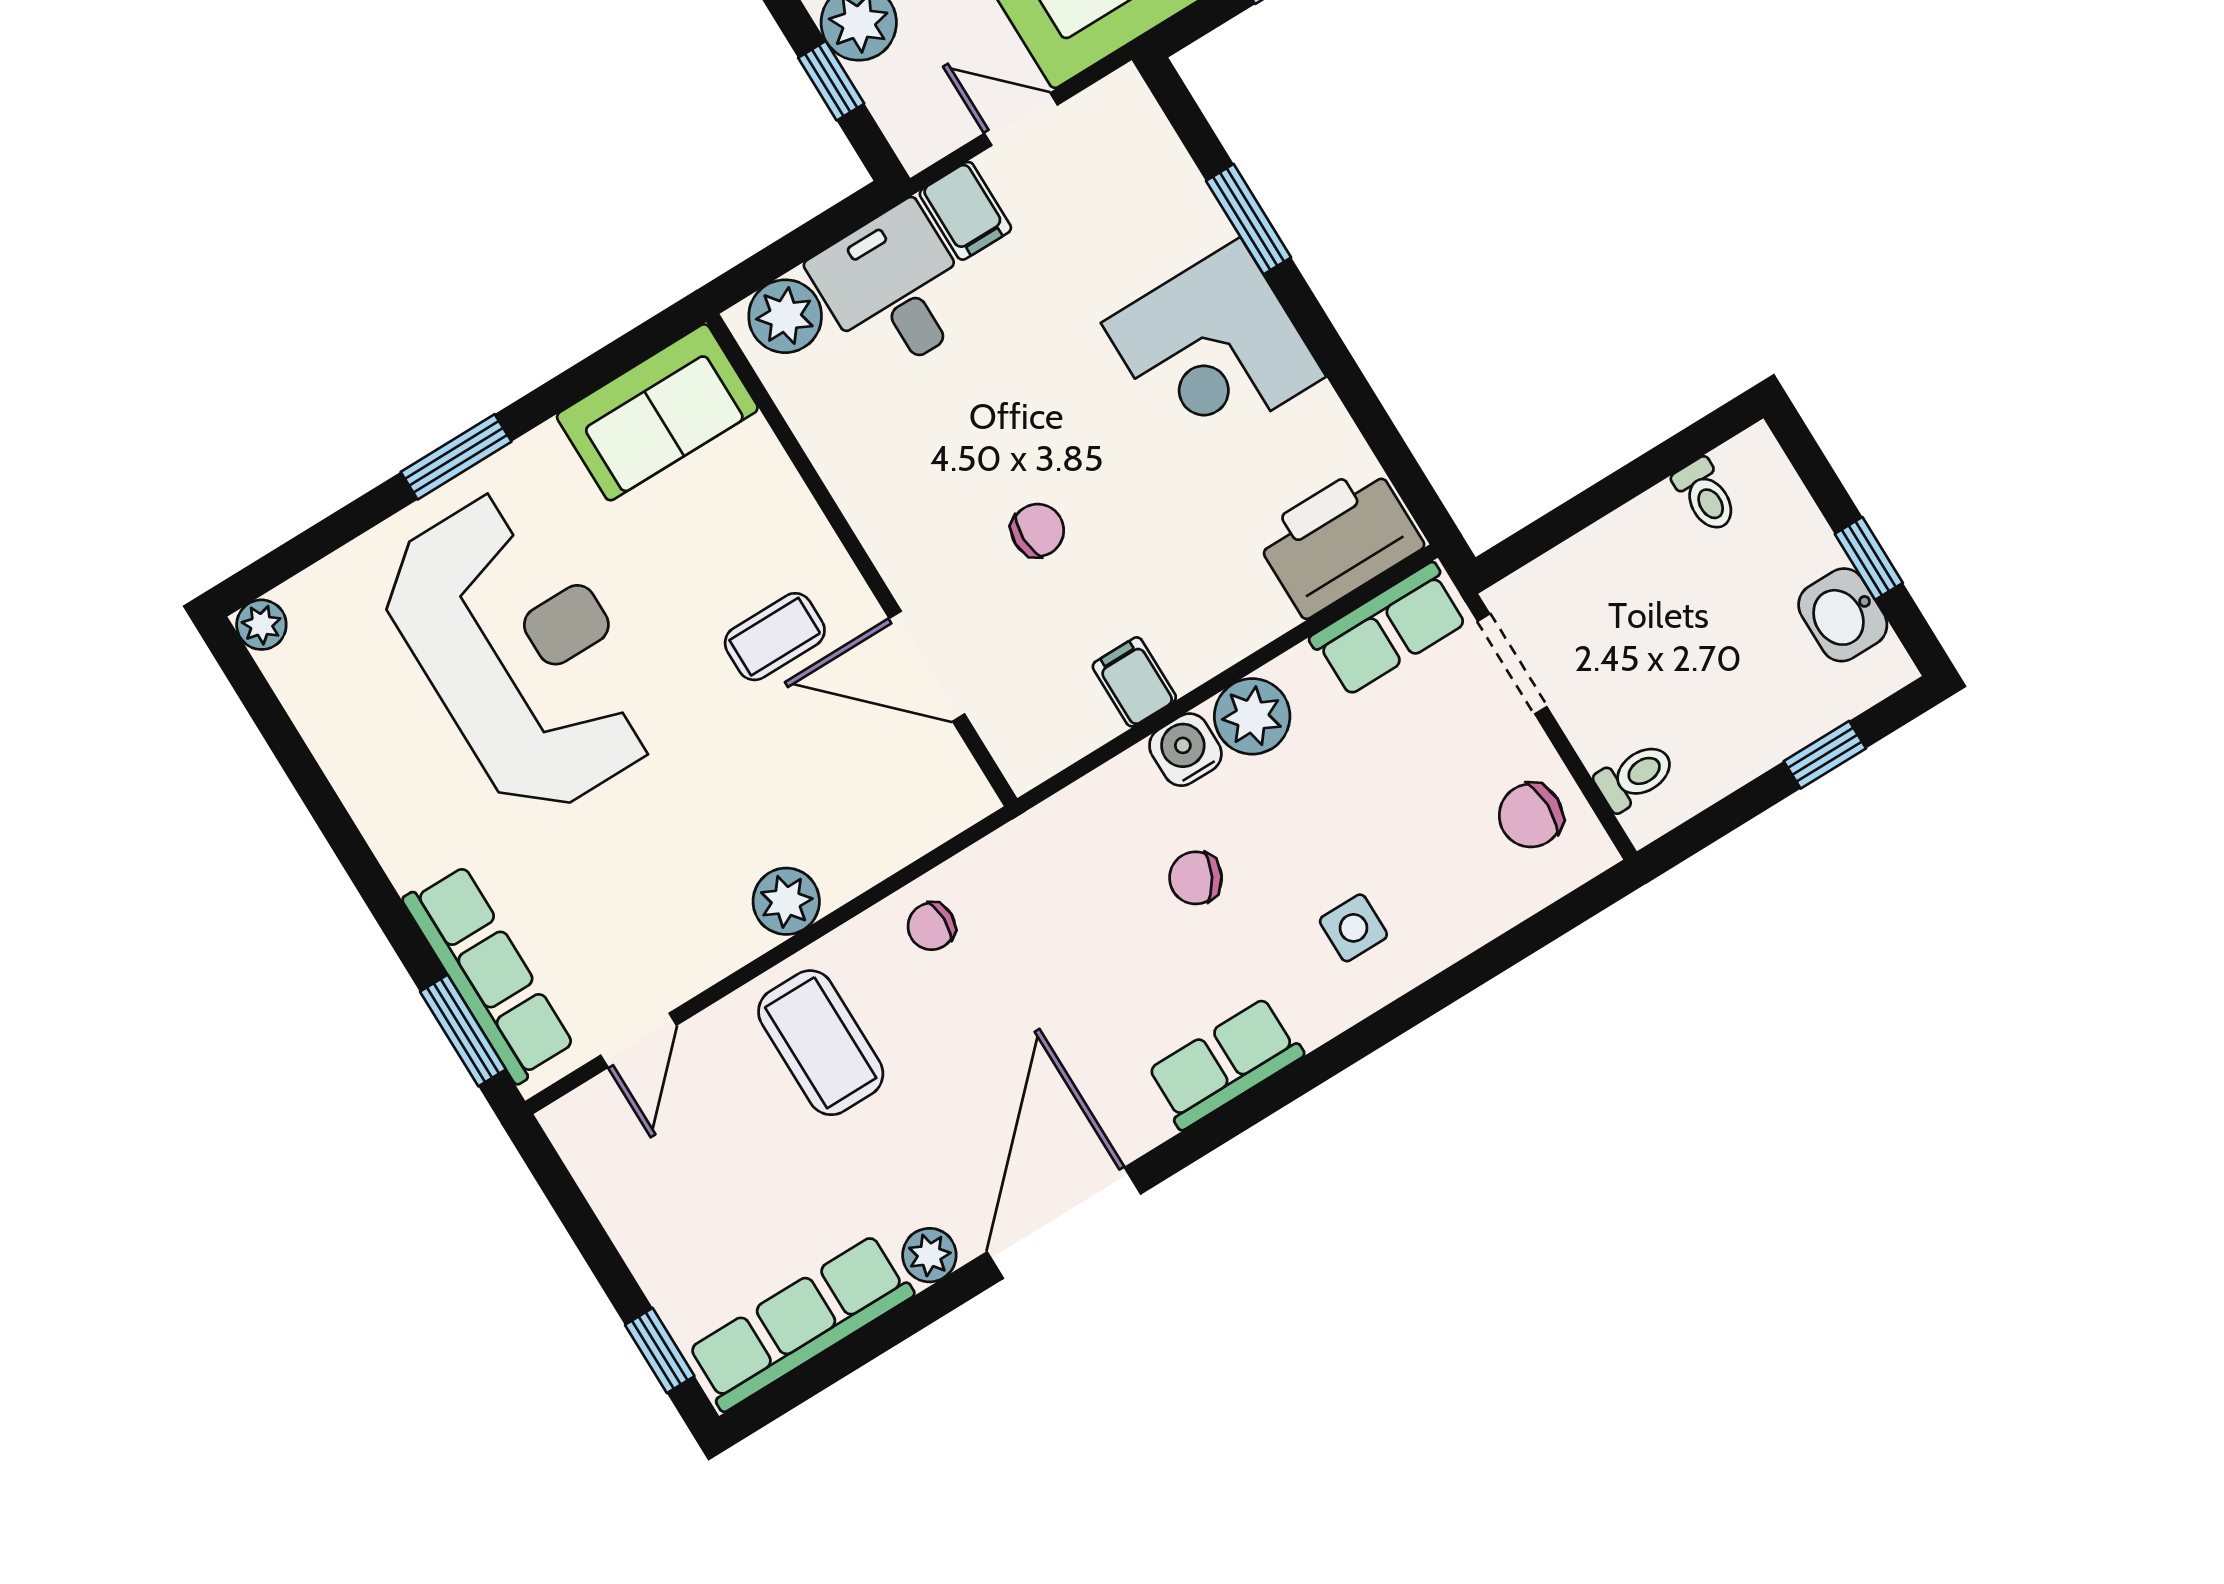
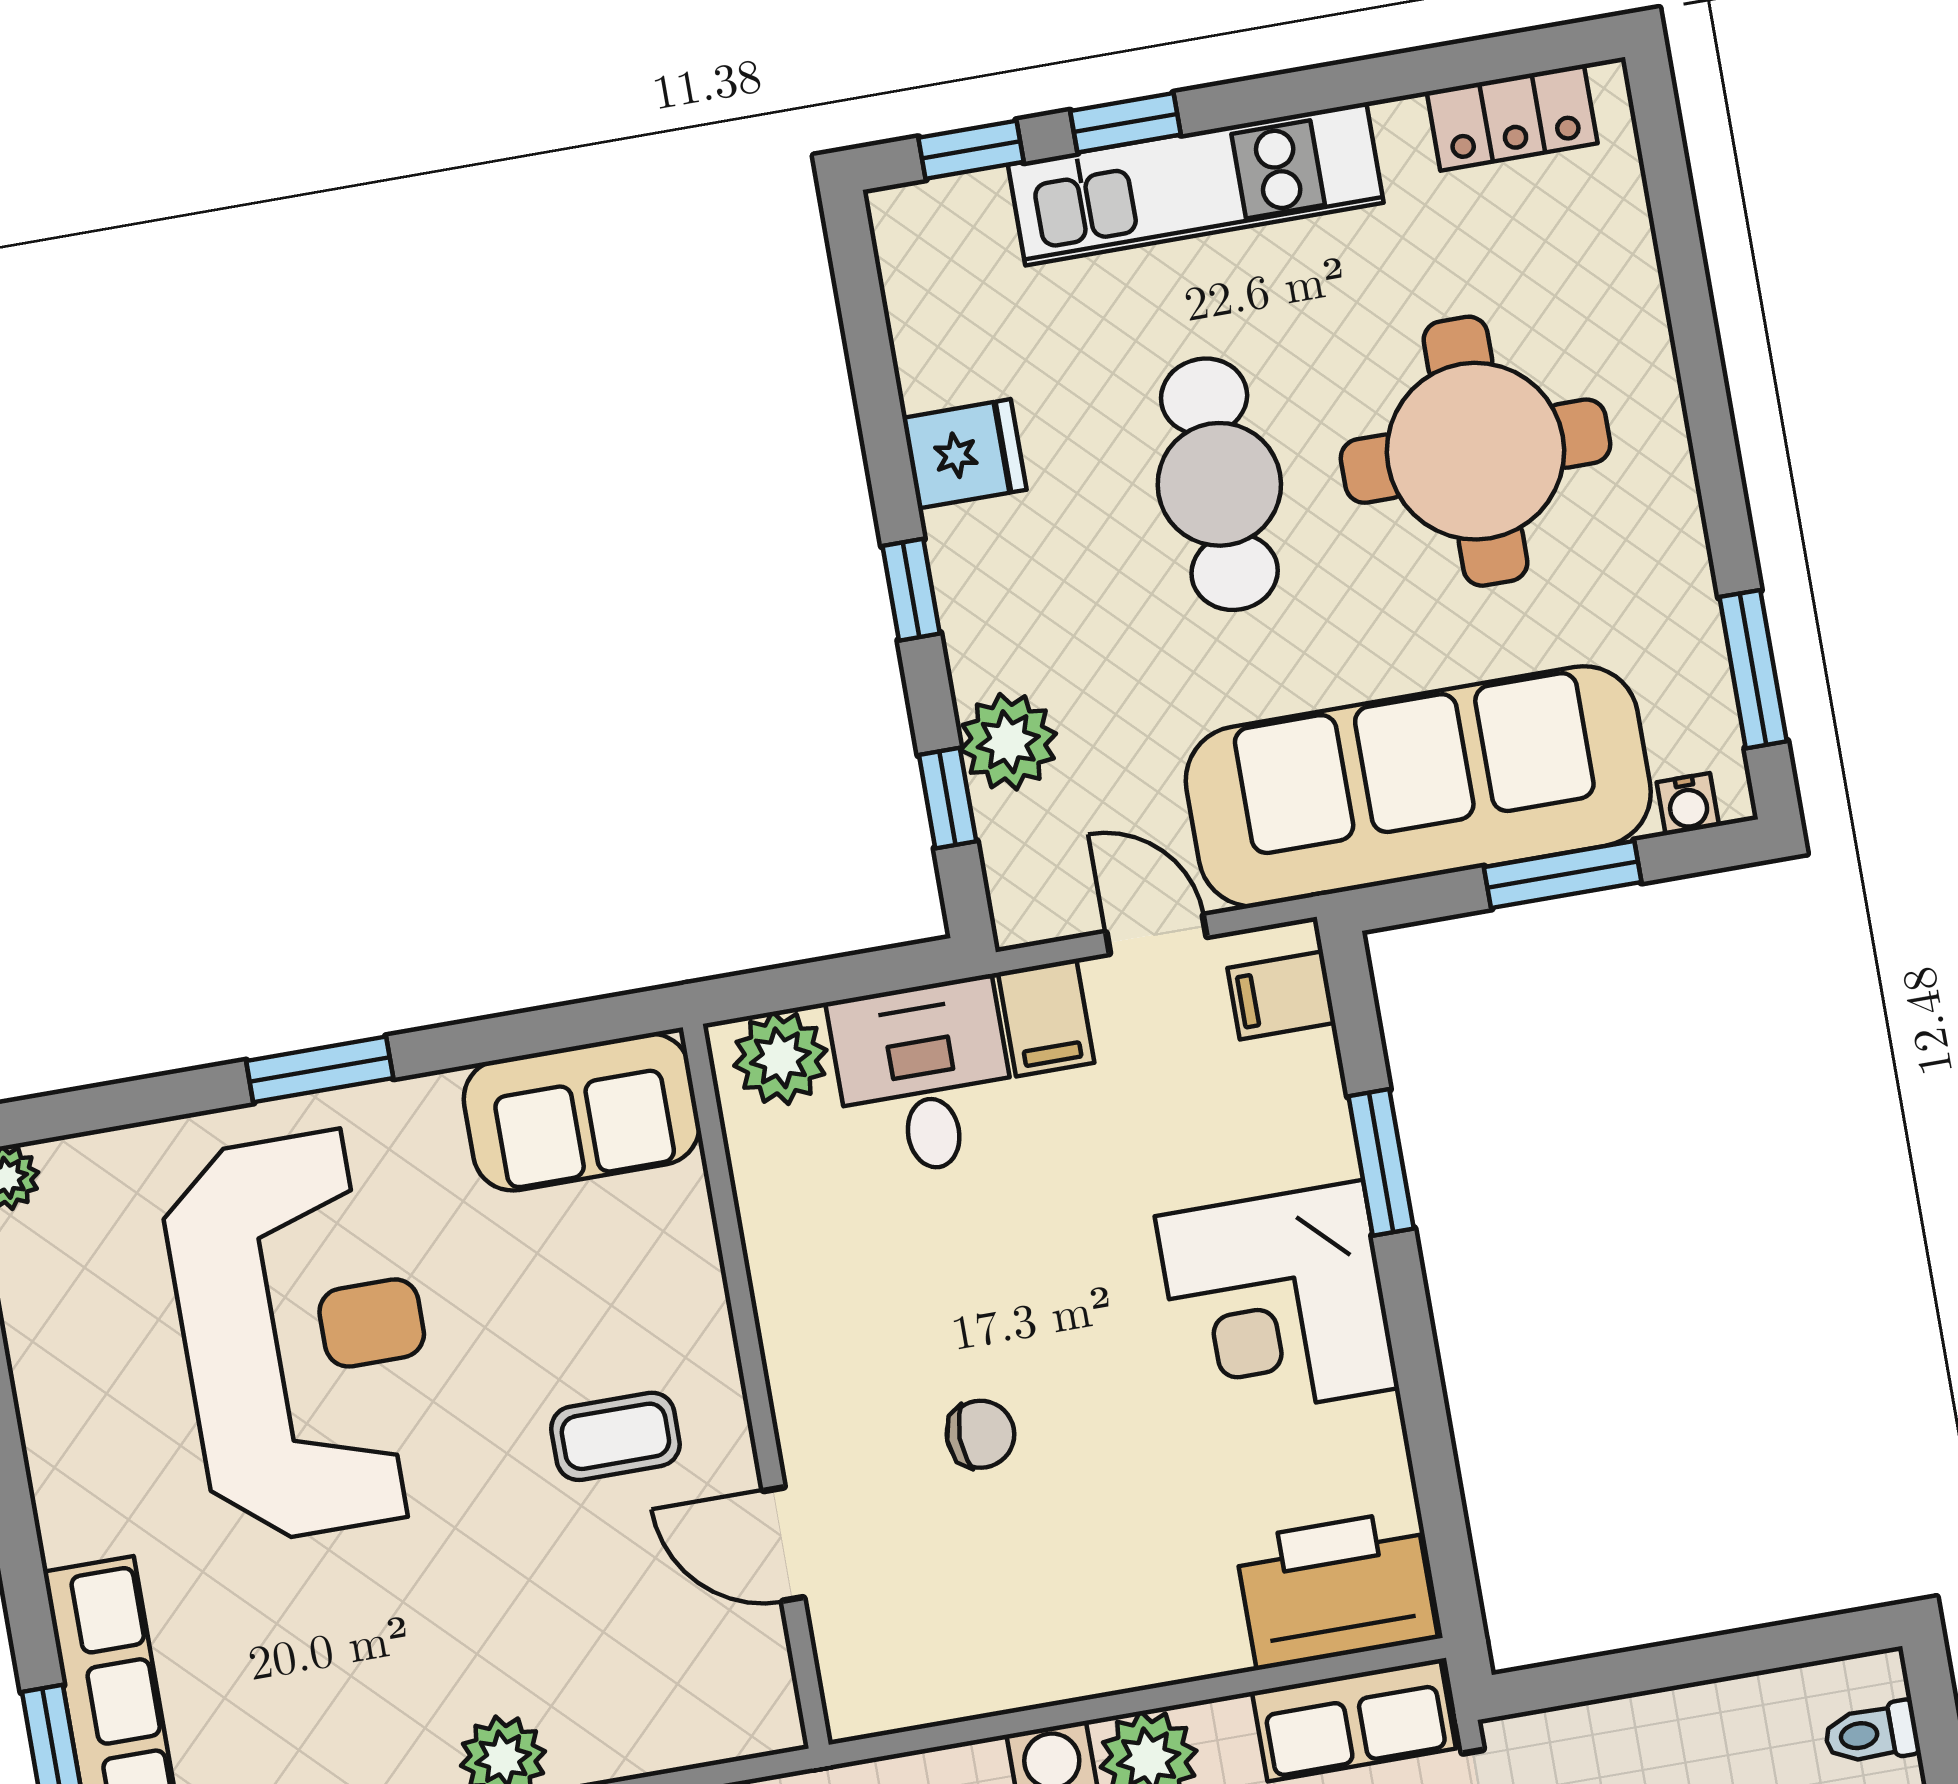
toilet: (1705, 495) -> (1872, 1733), moved, turned 90
door: (927, 666) -> (783, 1544), width x0.73
filing cabinet: (1134, 682) -> (1281, 995), moved, turned -90

